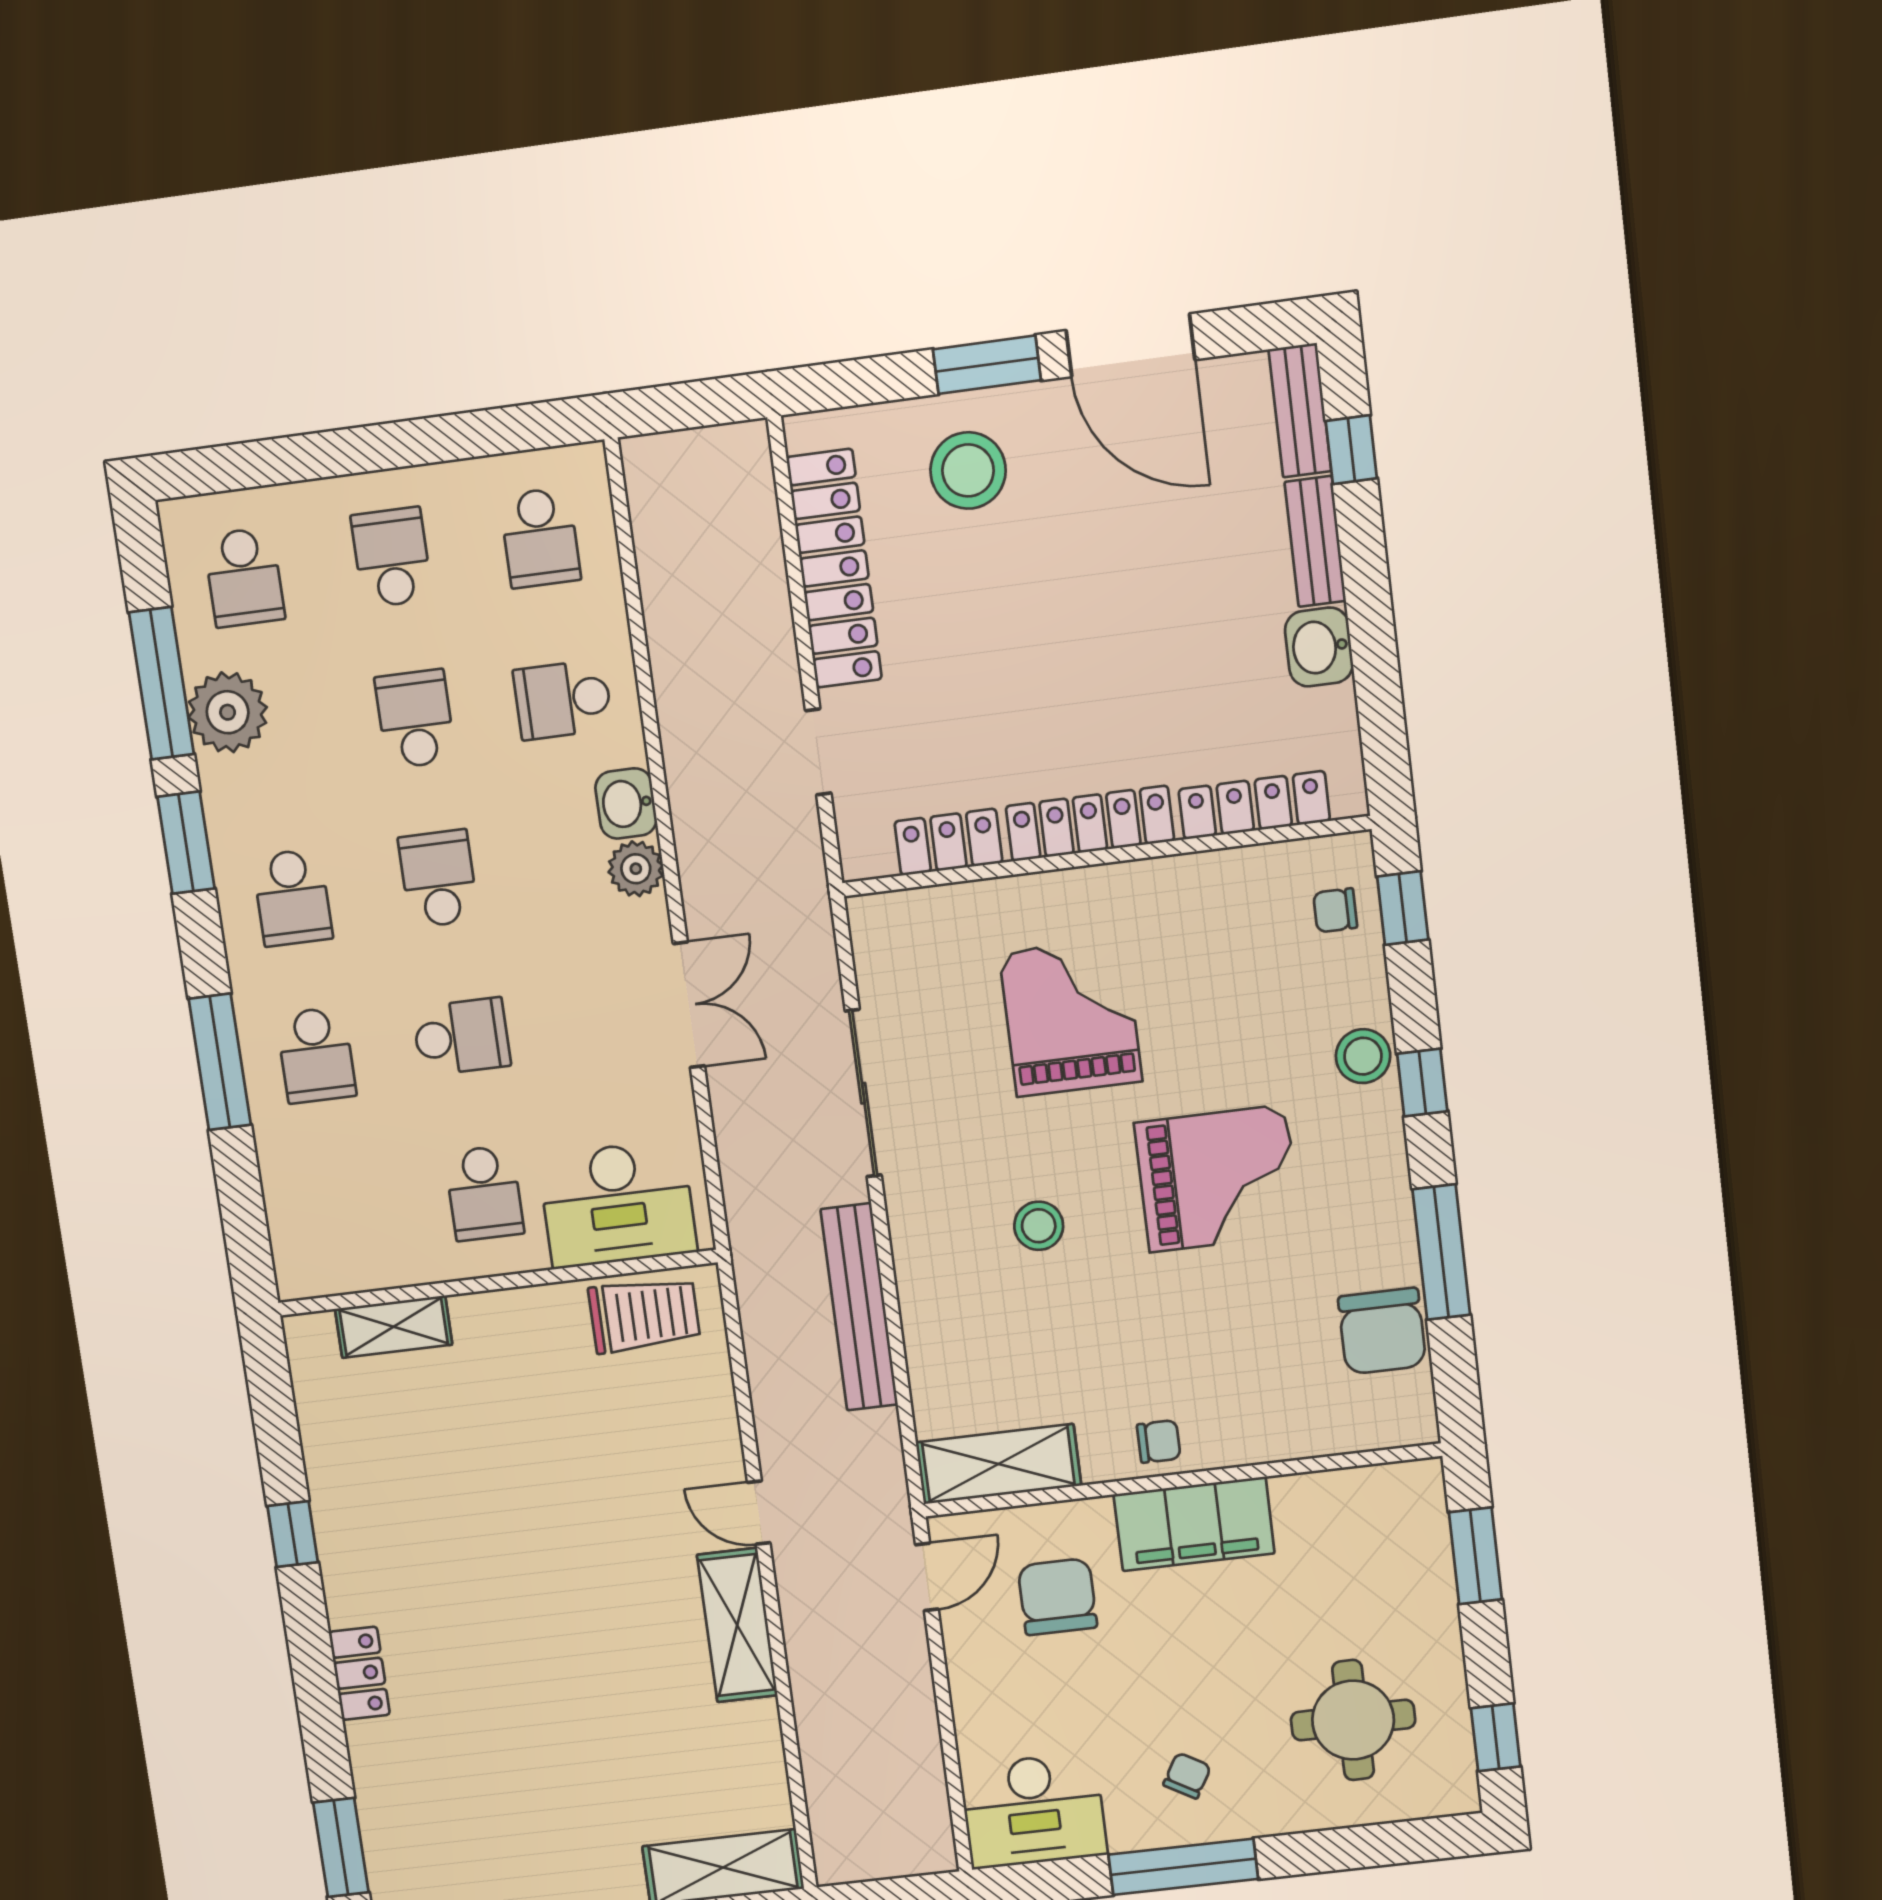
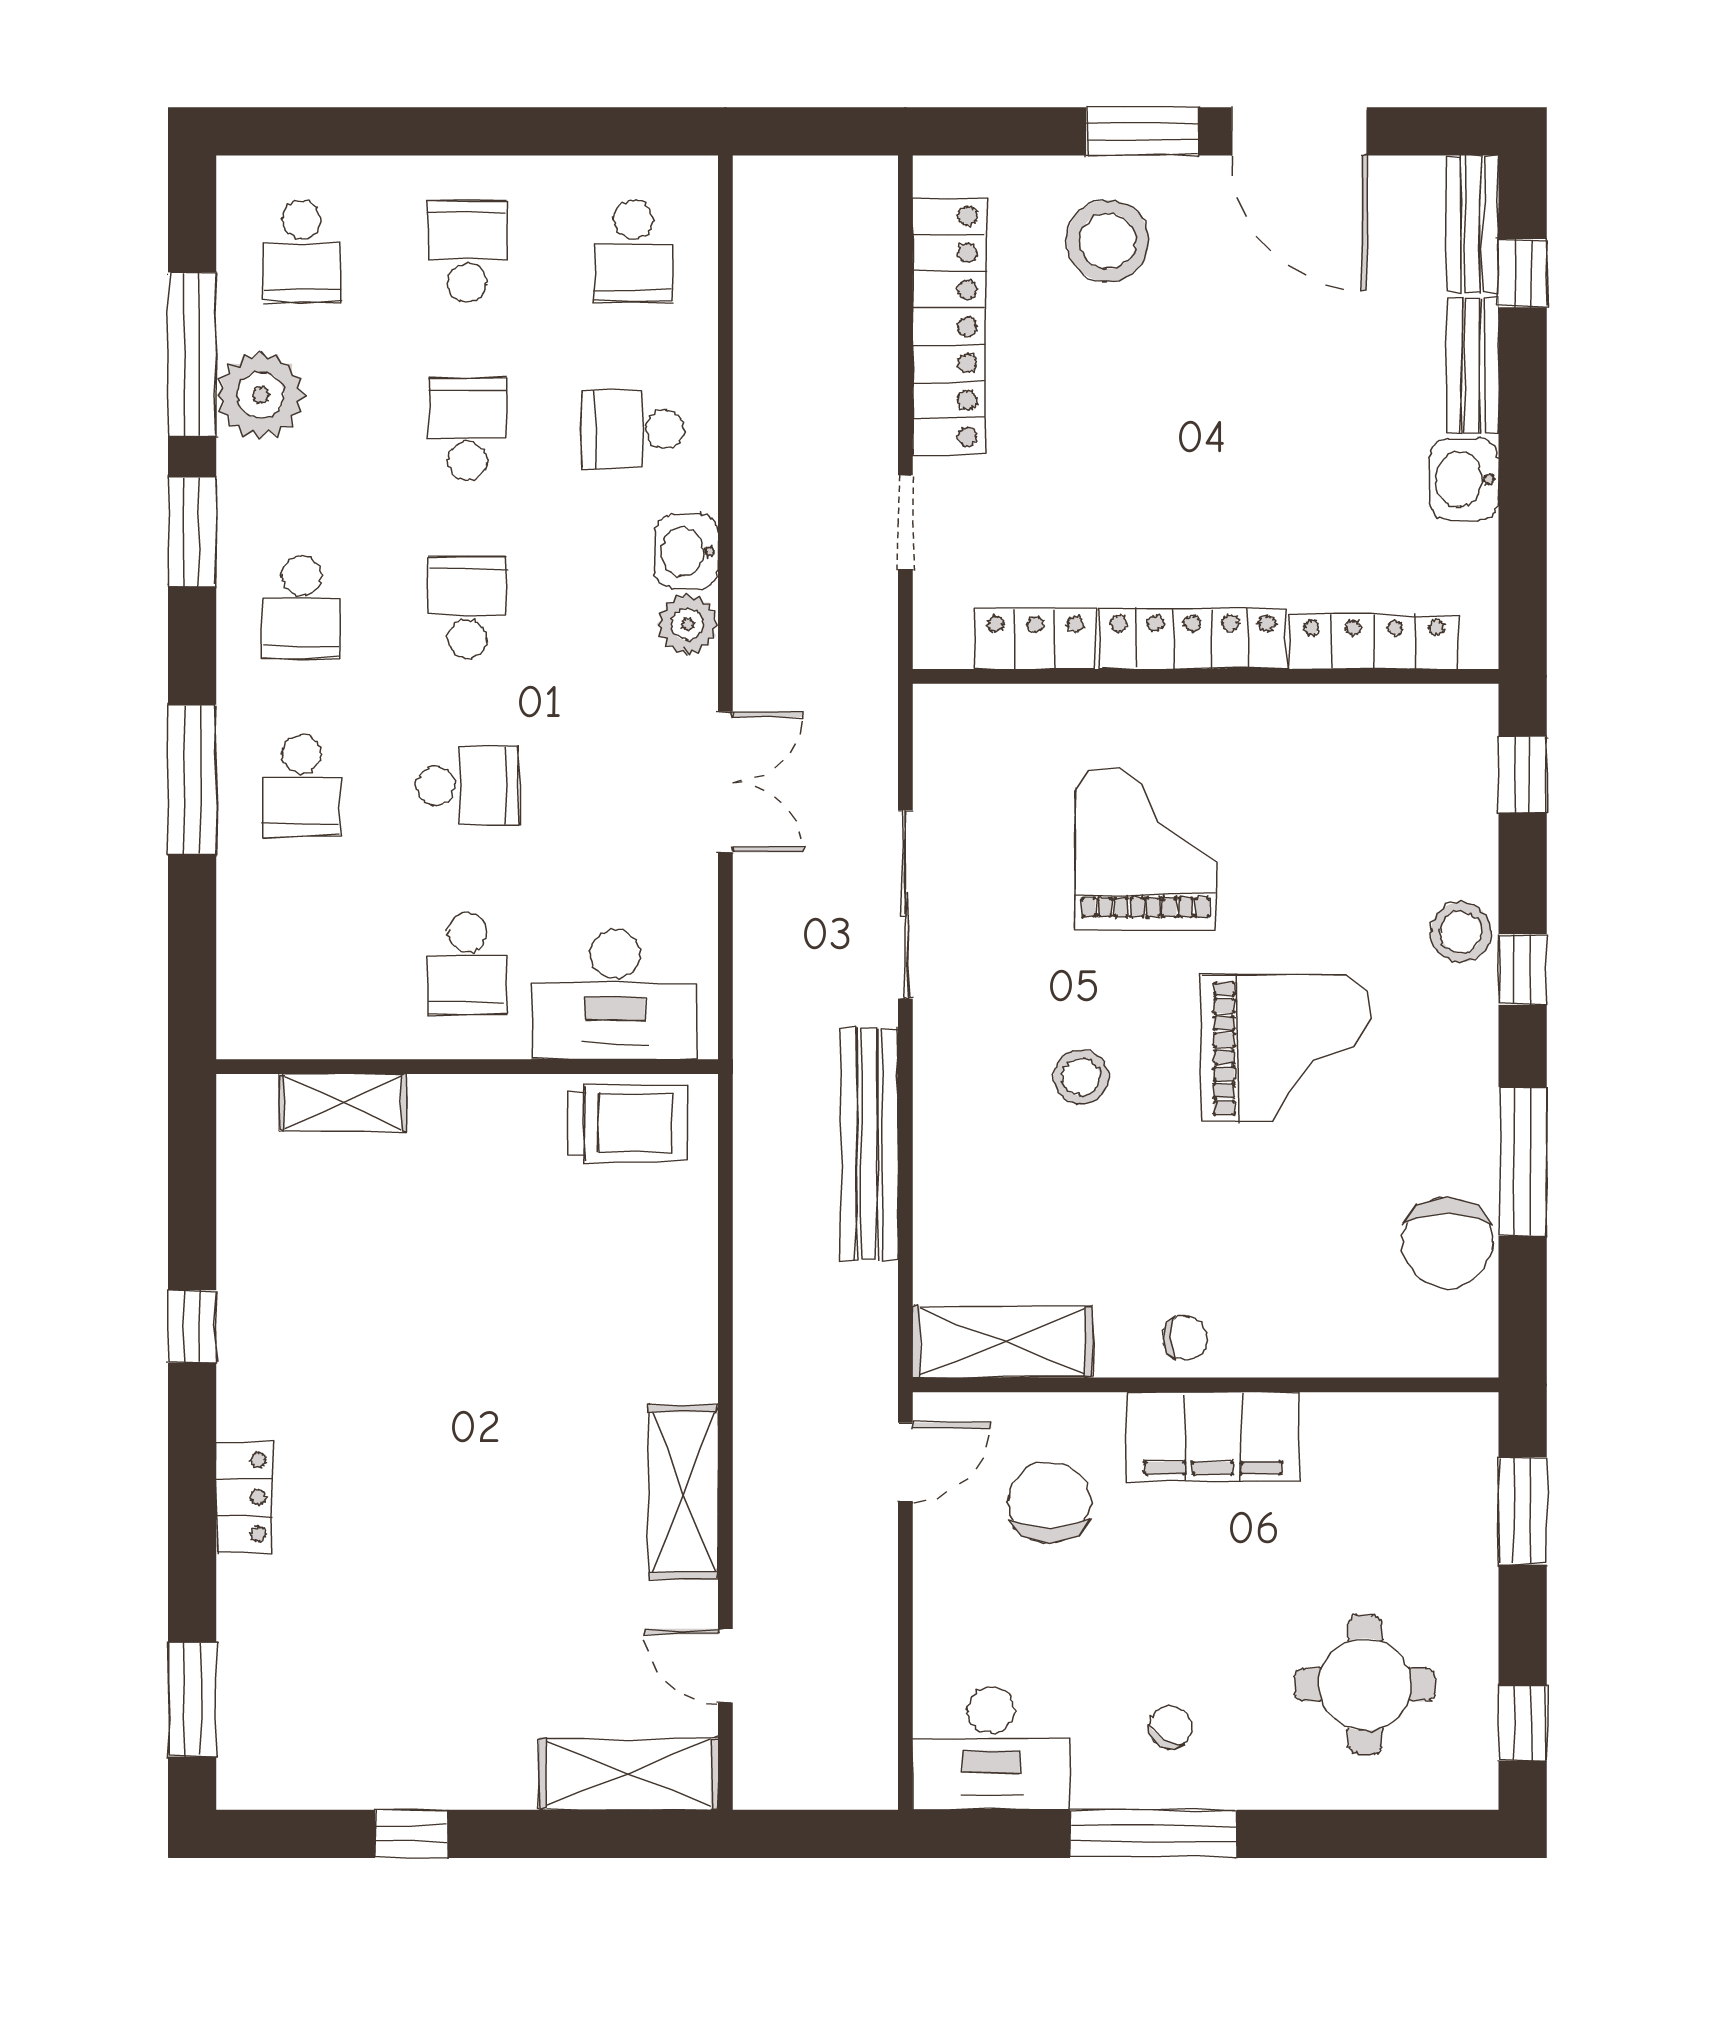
chair: (1335, 910) -> (1449, 768), removed
door: (759, 1513) -> (725, 1666), moved

